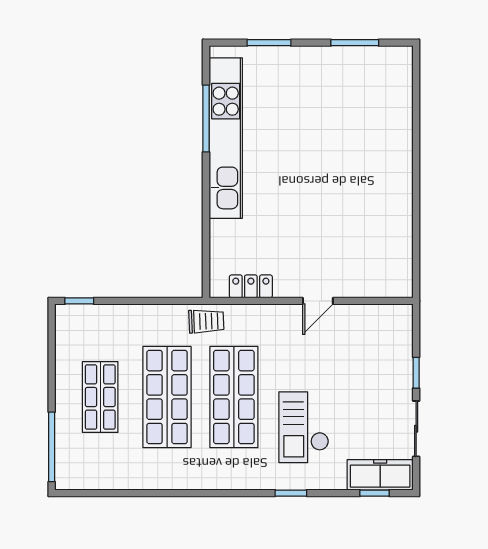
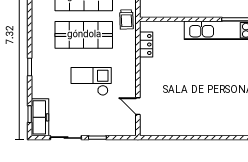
door: (318, 301) -> (138, 106), moved
checkout: (304, 427) -> (91, 81), moved

